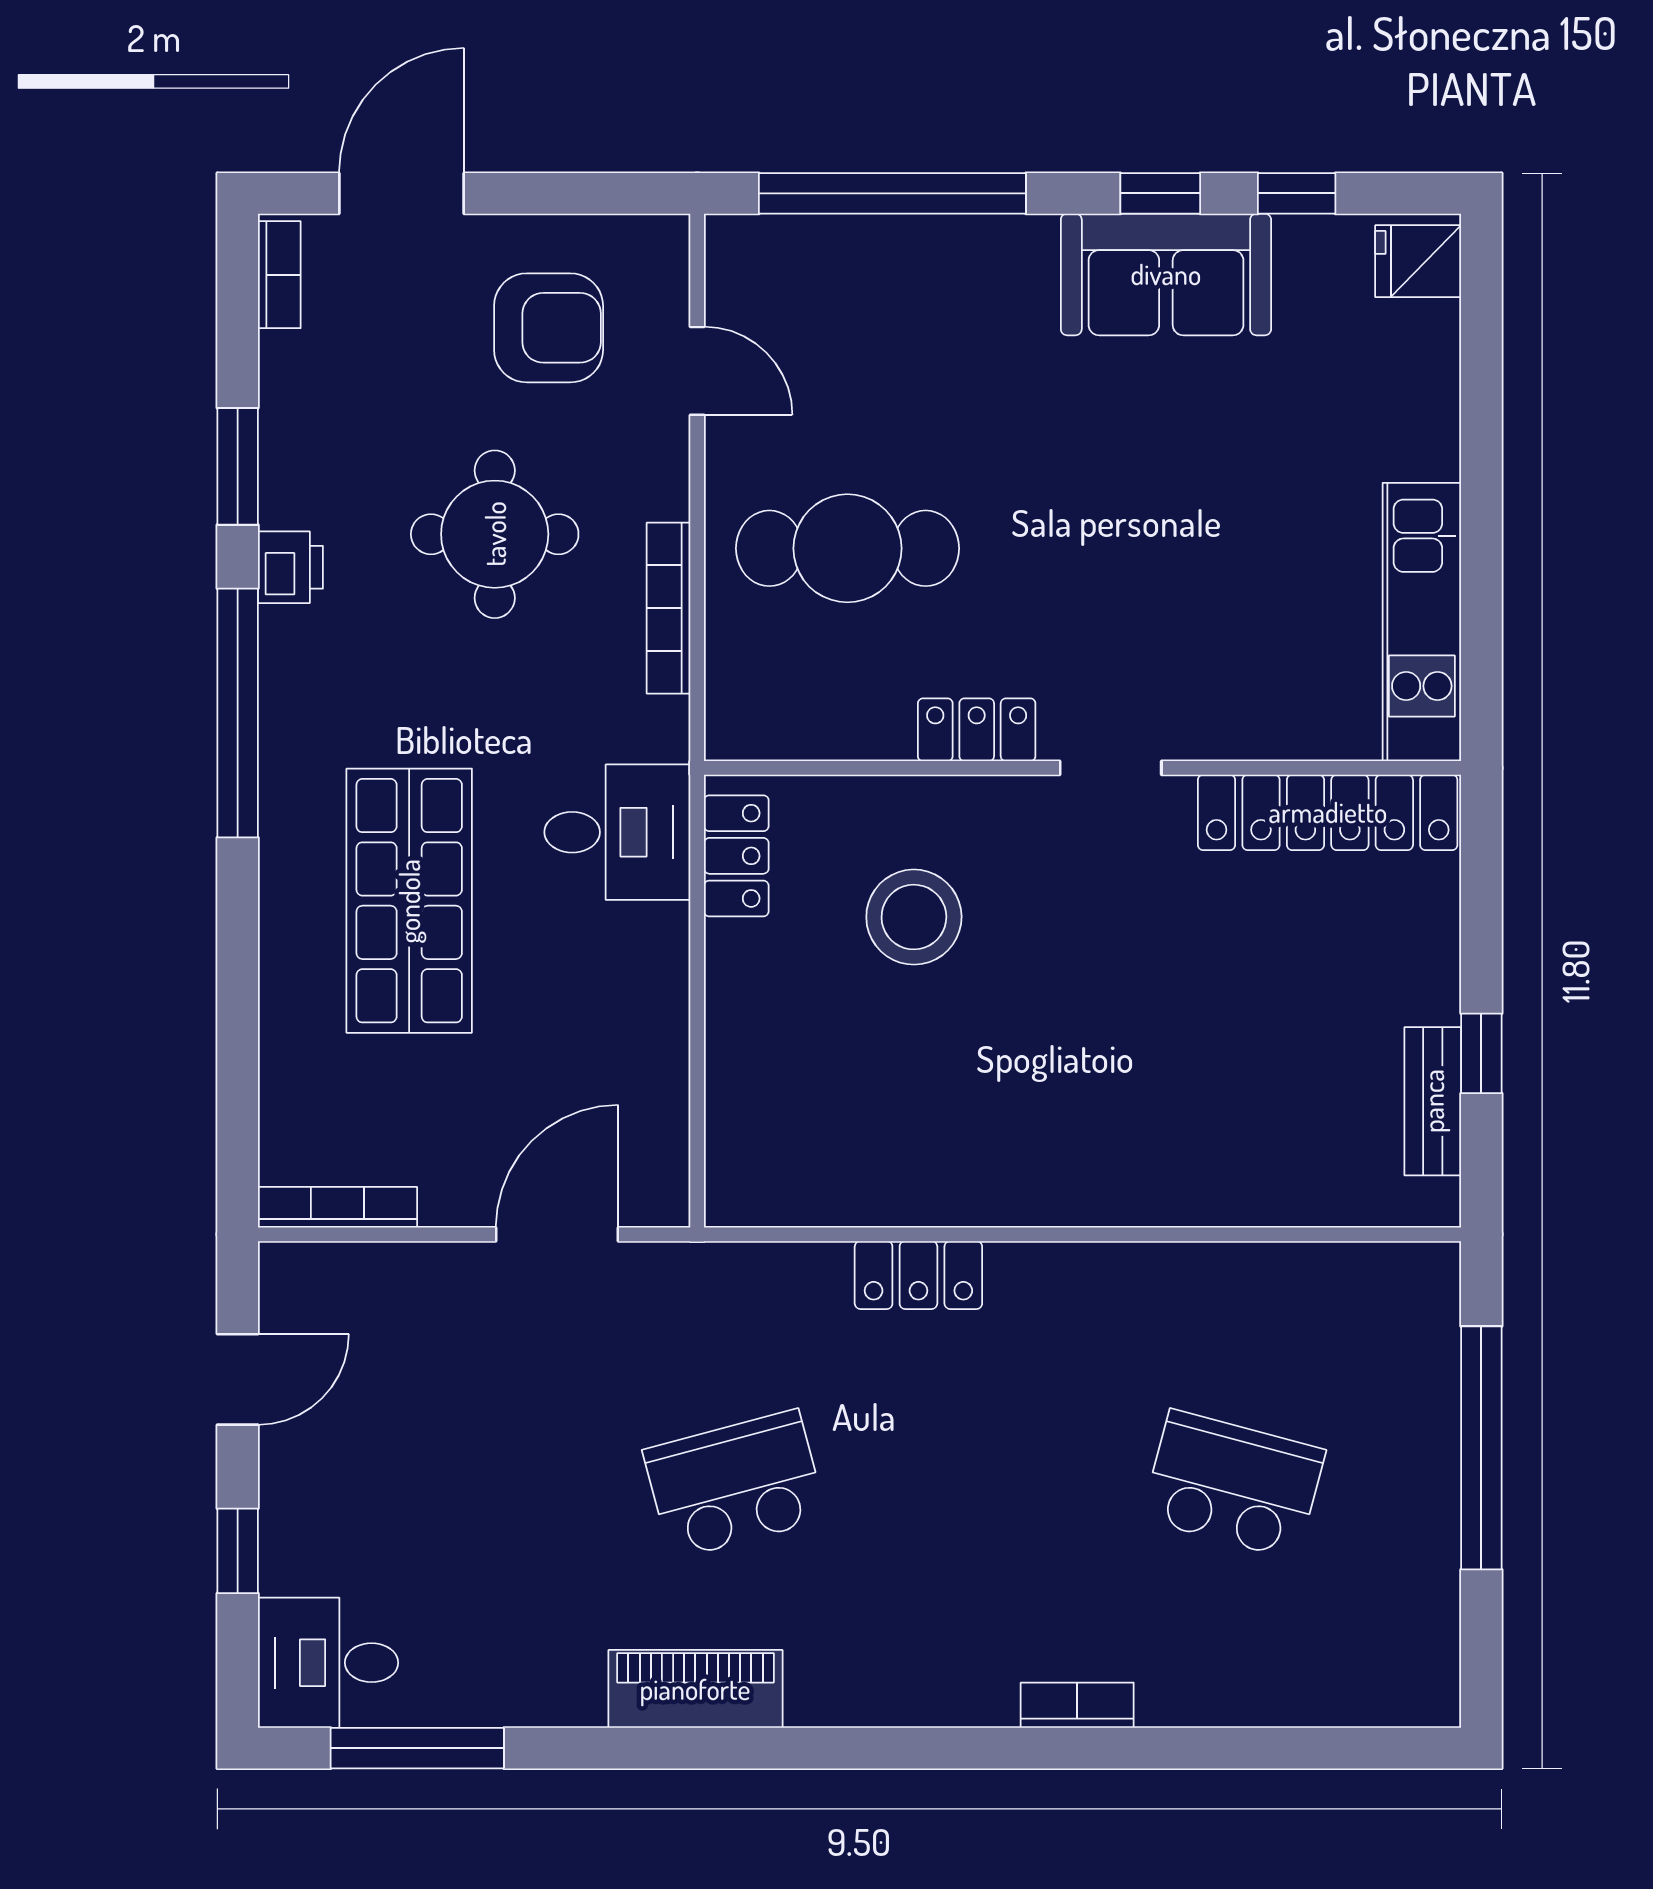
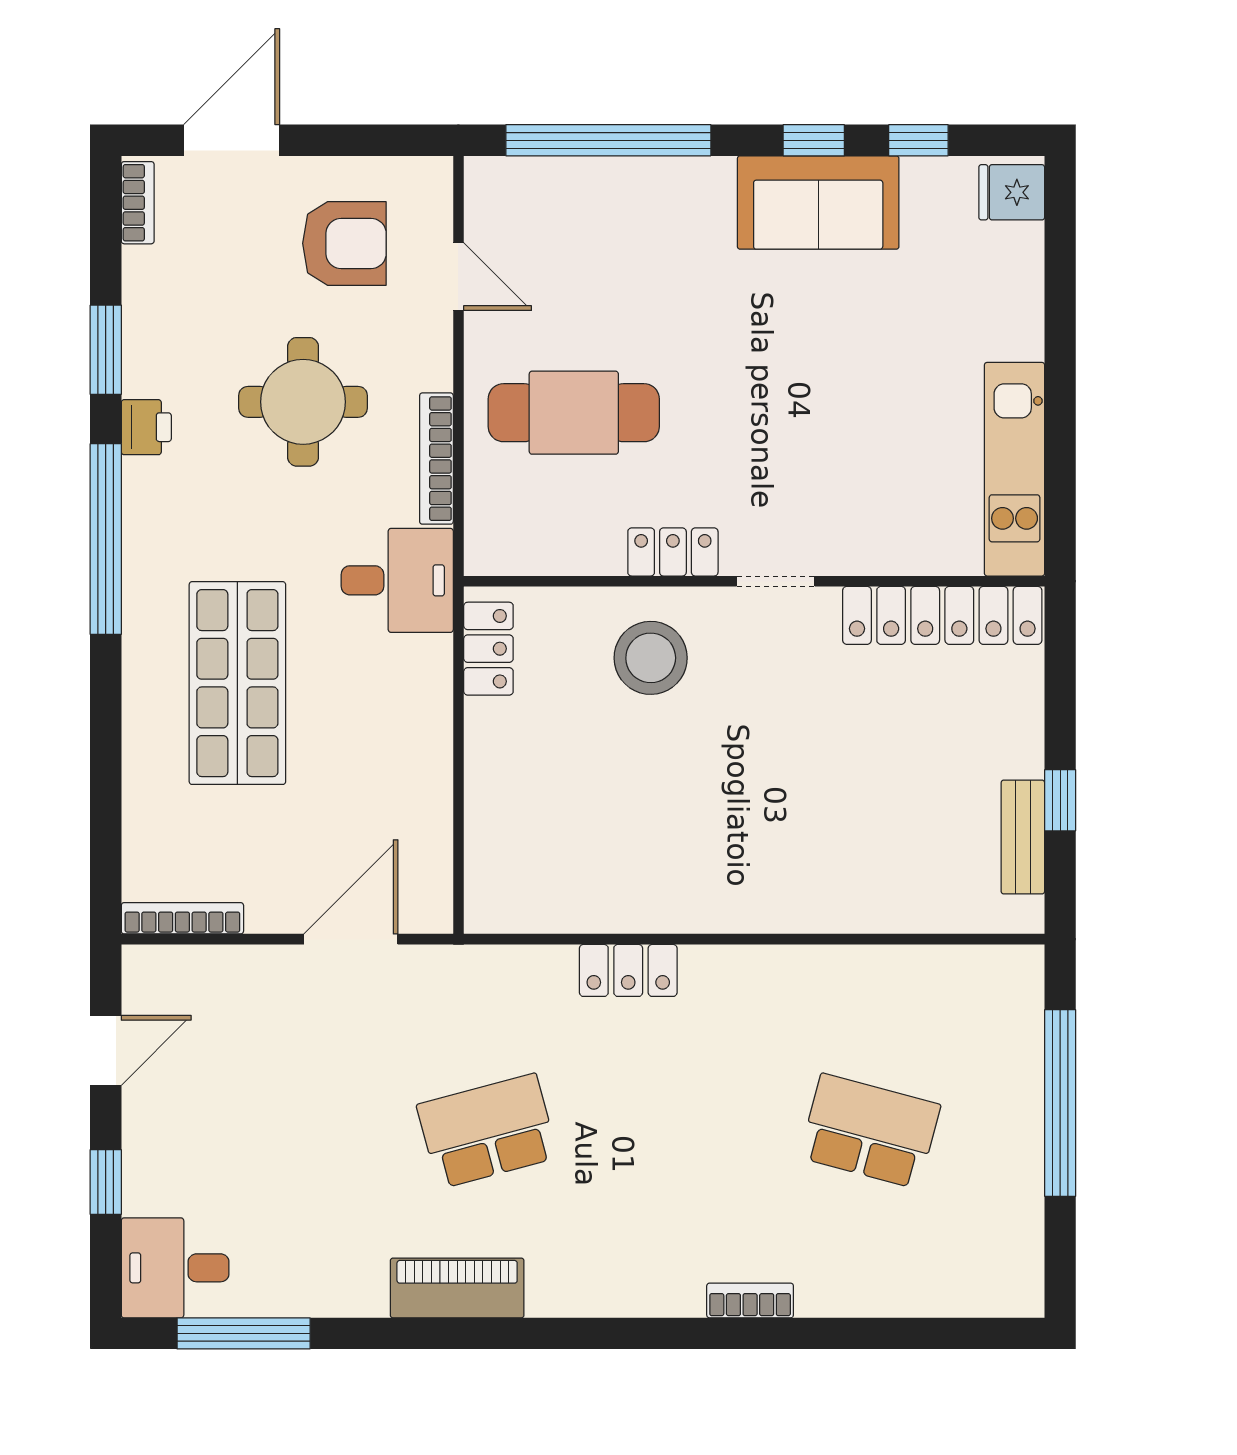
desk: (617, 832) -> (397, 580), moved
stool: (914, 917) -> (651, 658), moved

